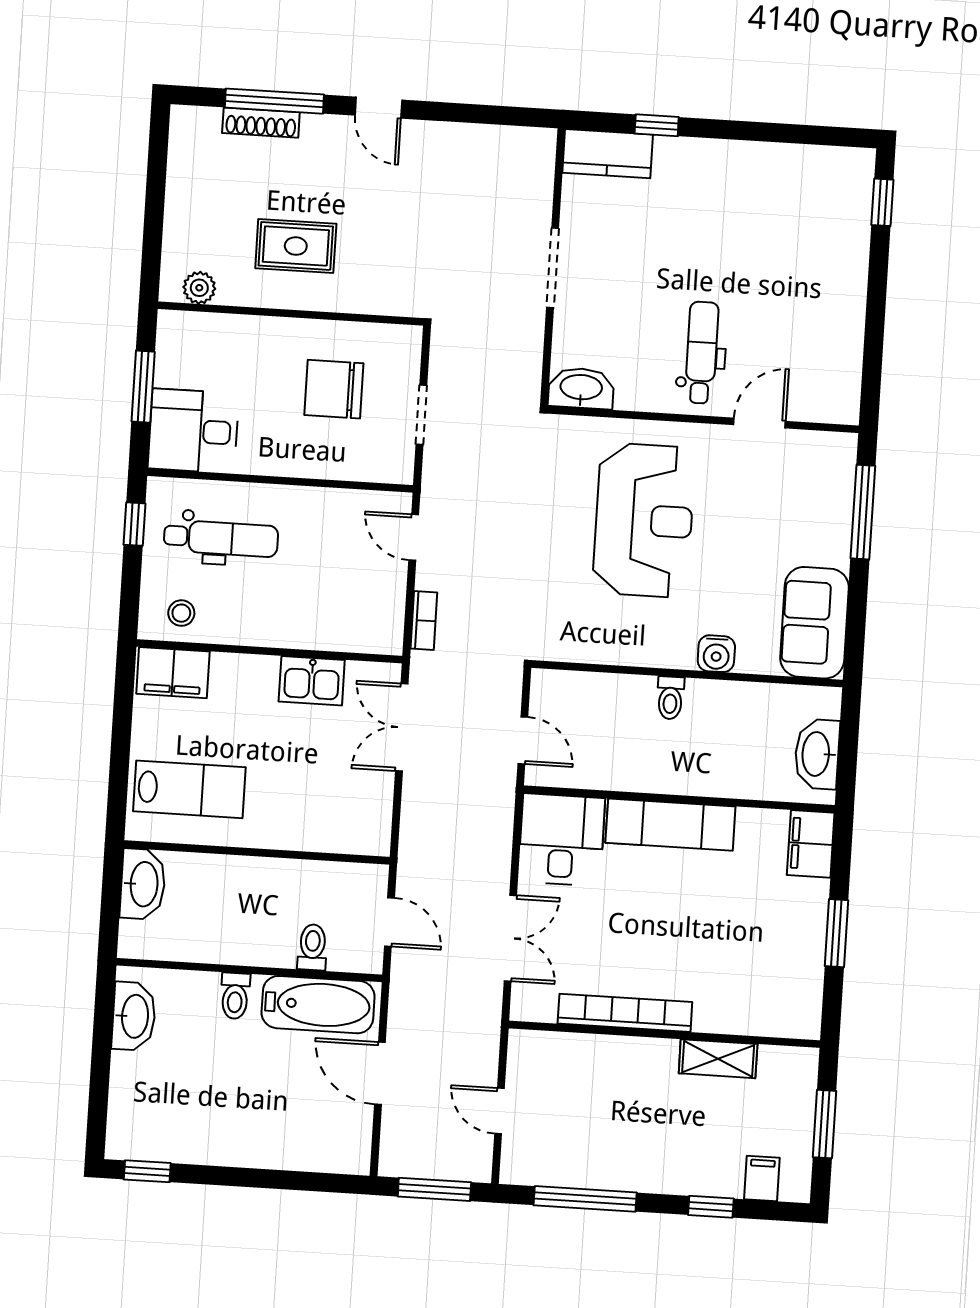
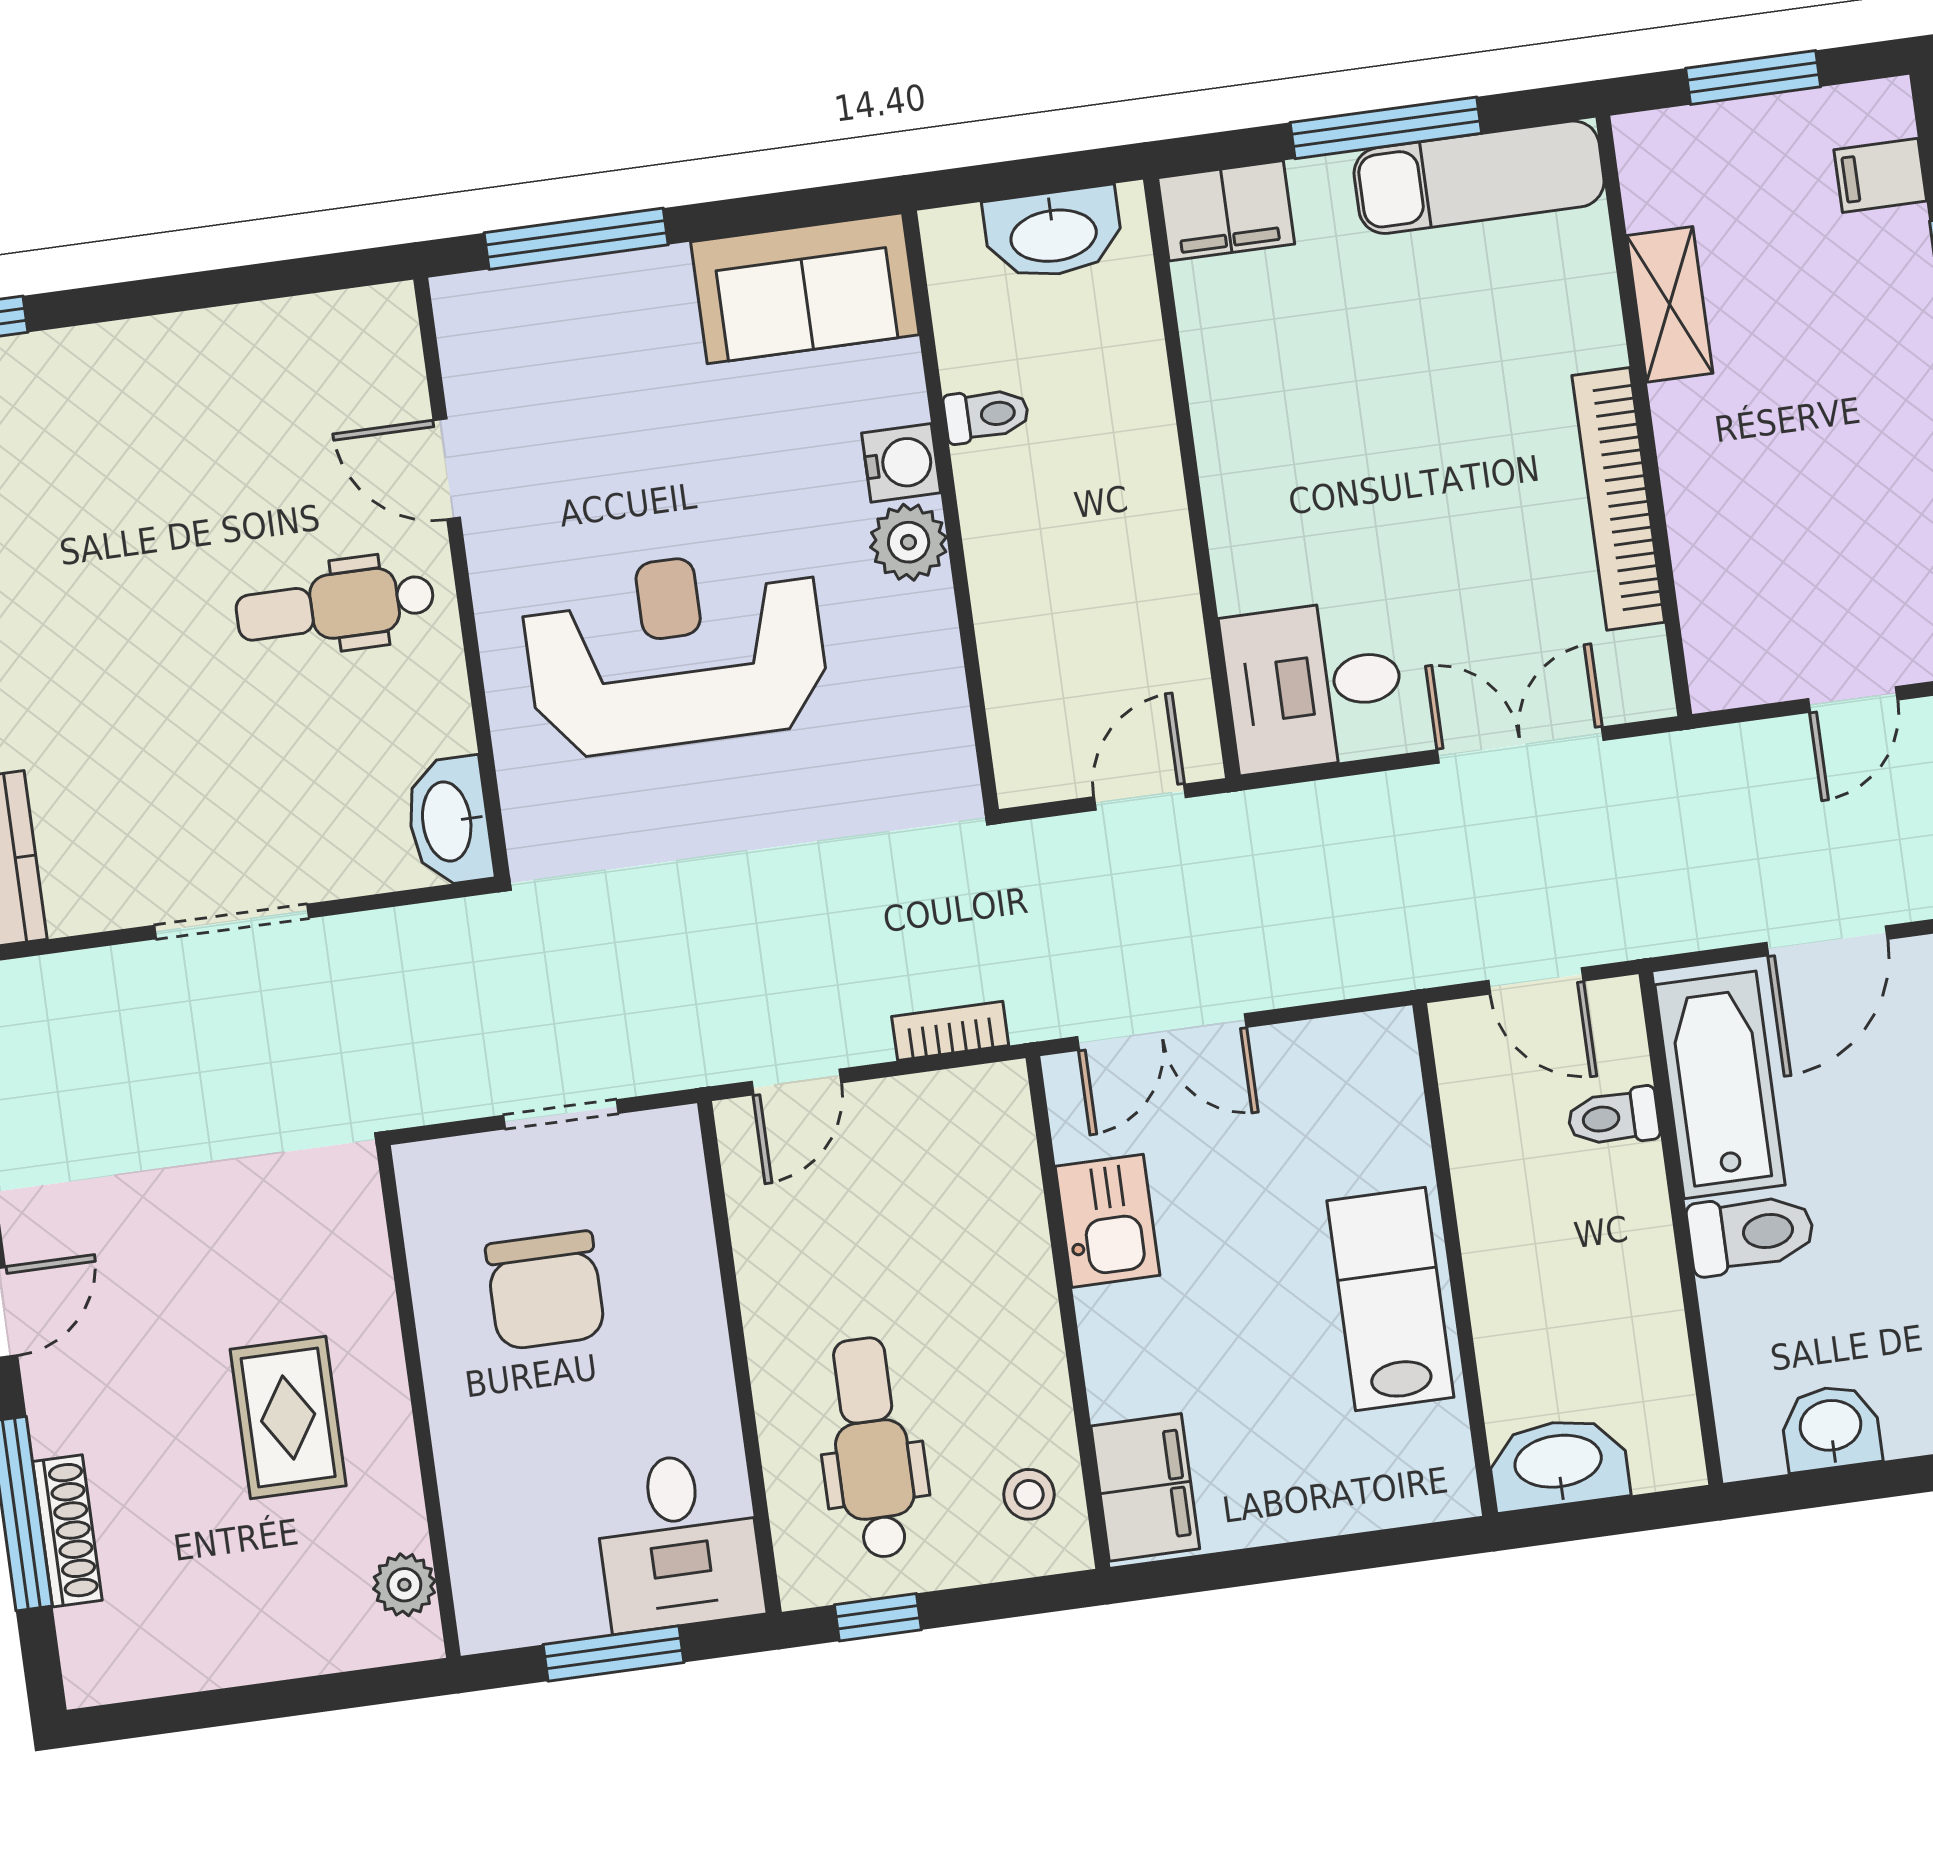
plant: (675, 649) -> (909, 542), added
toilet: (670, 698) -> (986, 415), moved
lab bench: (189, 789) -> (1390, 1299), moved
exam couch: (670, 825) -> (1479, 177), moved, turned 90
door: (389, 922) -> (1536, 981), swing flipped
window: (836, 933) -> (1386, 128), width x1.44
toilet: (235, 996) -> (1751, 1233), width x1.37, depth x1.39
washbasin: (134, 1016) -> (1831, 1428), width x0.72

